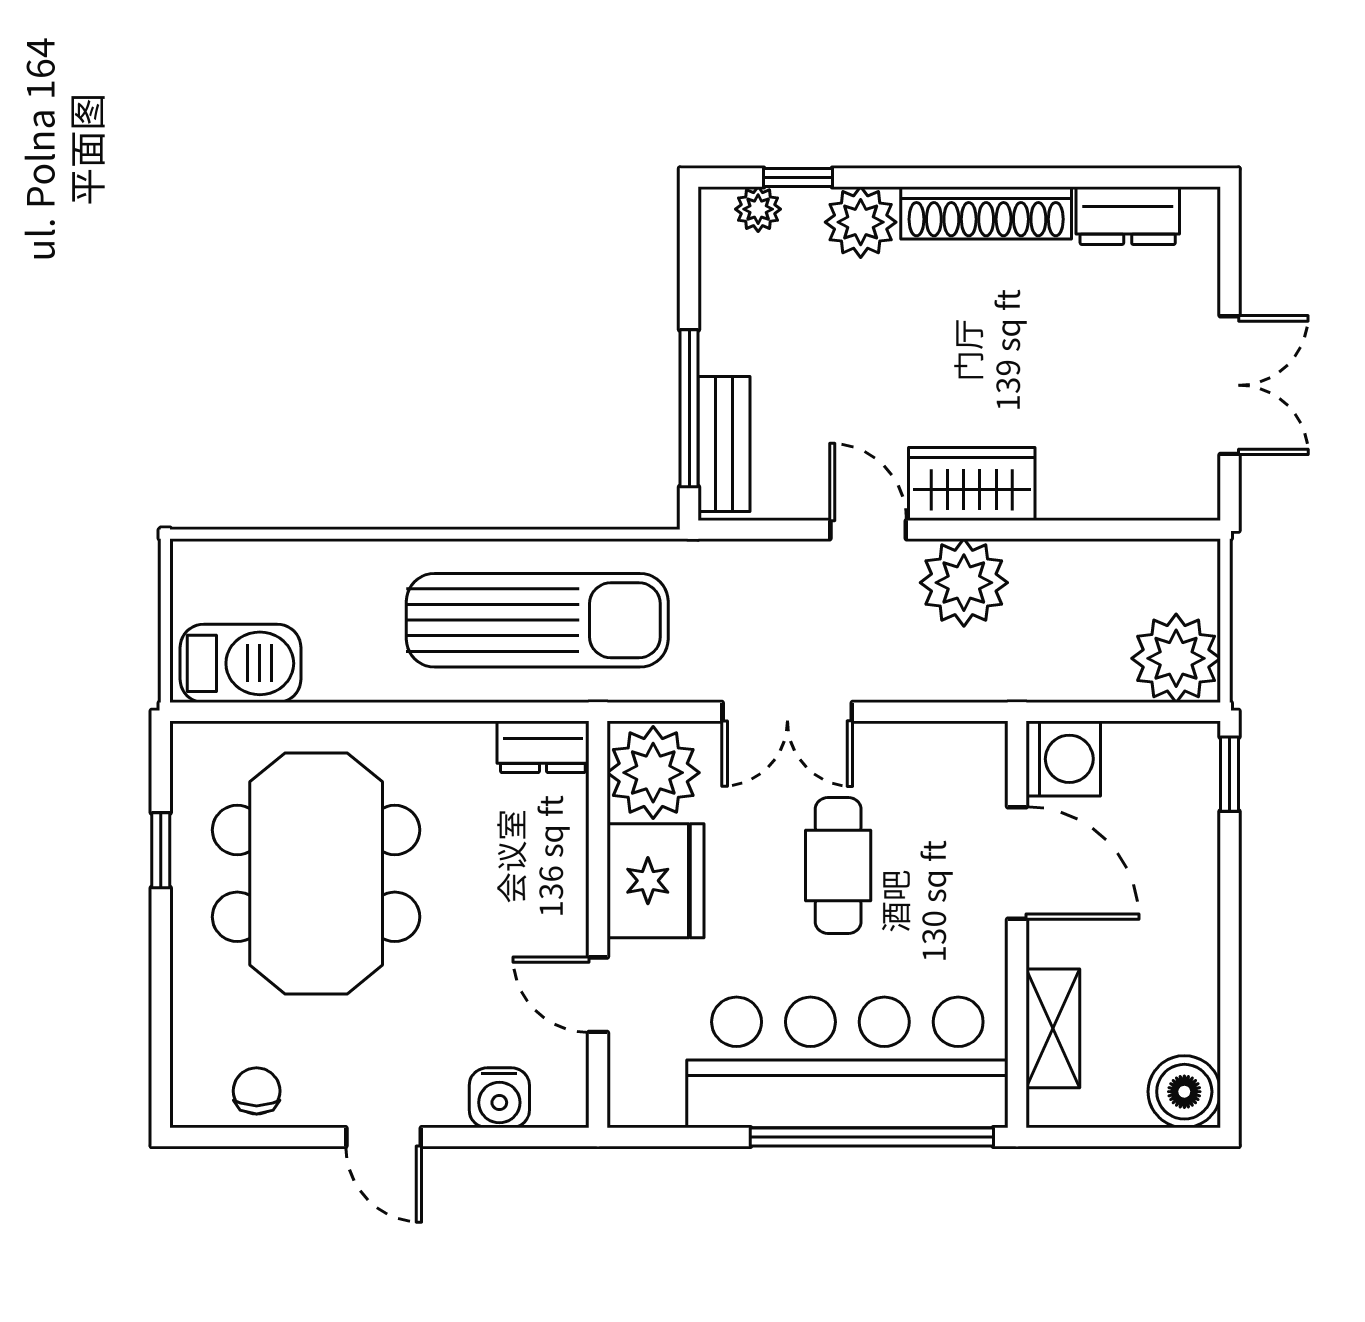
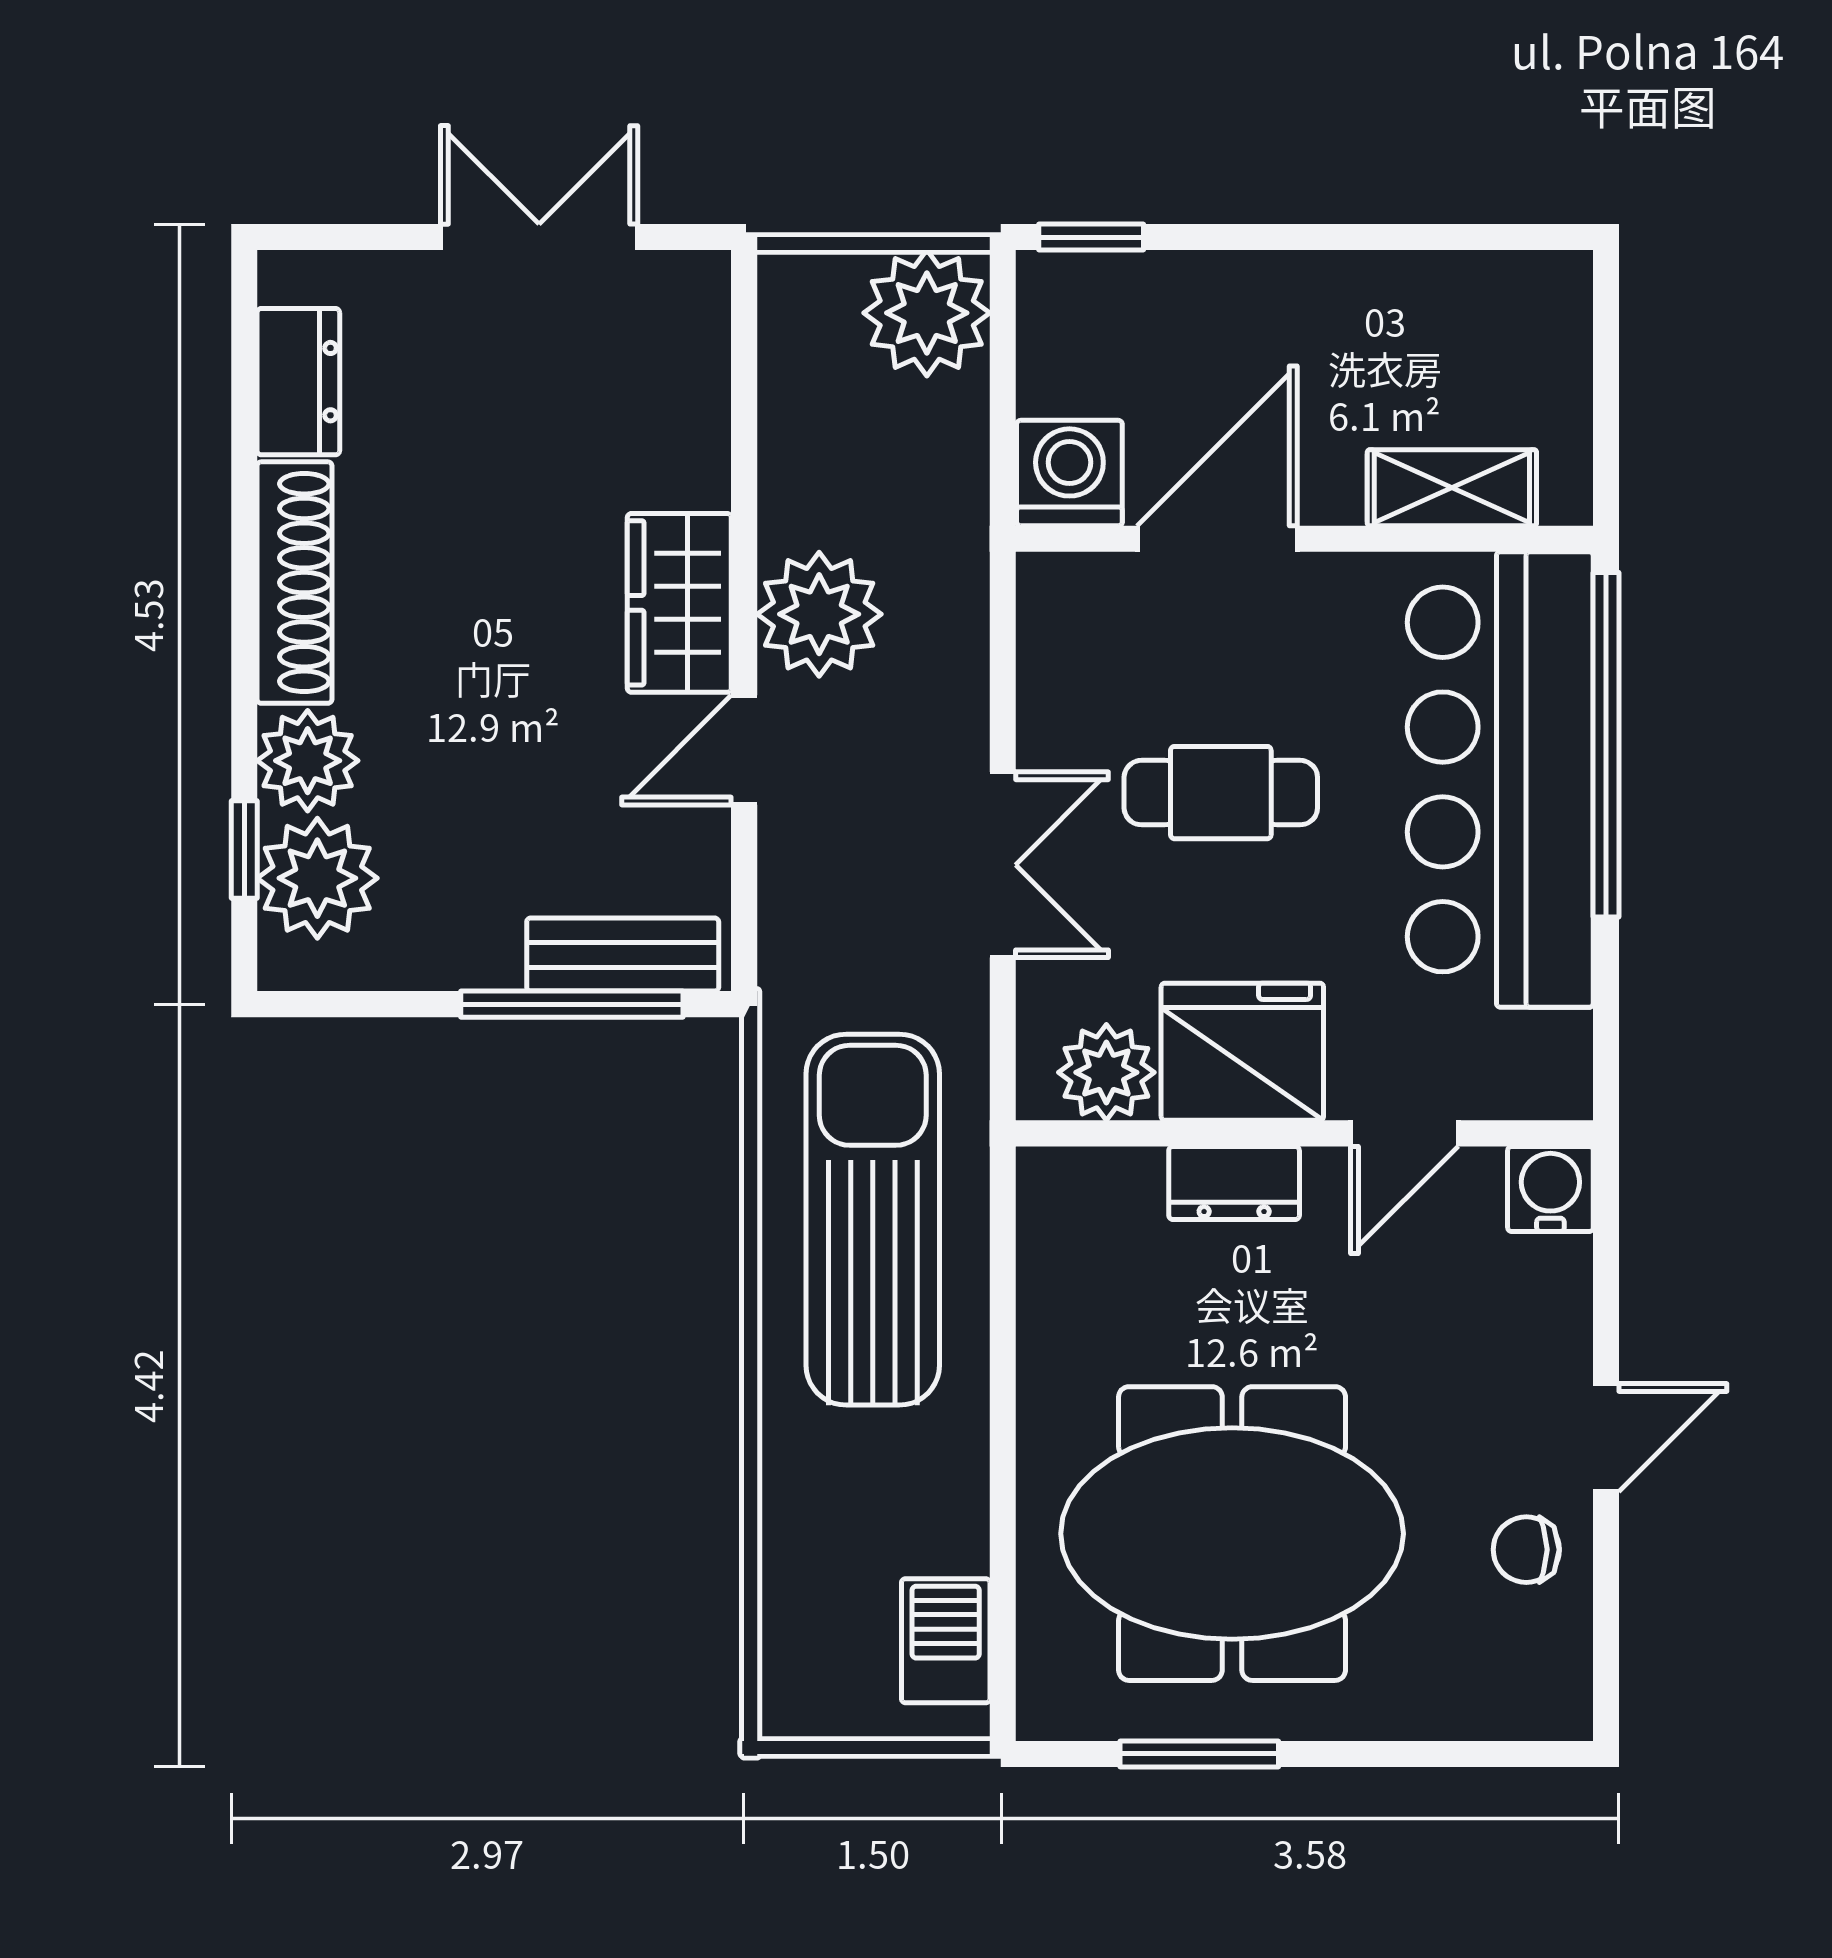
plant: (758, 209) -> (317, 878), width x1.87, depth x1.87
barbecue: (241, 663) -> (946, 1641), width x0.73, depth x0.79
dresser: (543, 747) -> (1234, 1183), moved, turned 90
plant: (653, 773) -> (1106, 1072), width x0.73, depth x0.73
window: (161, 850) -> (1199, 1754), width x1.50
chair: (257, 1091) -> (1526, 1550), moved
boiler: (1184, 1092) -> (1542, 301), removed
water cooler: (499, 1098) -> (1550, 1189), moved, turned -90

